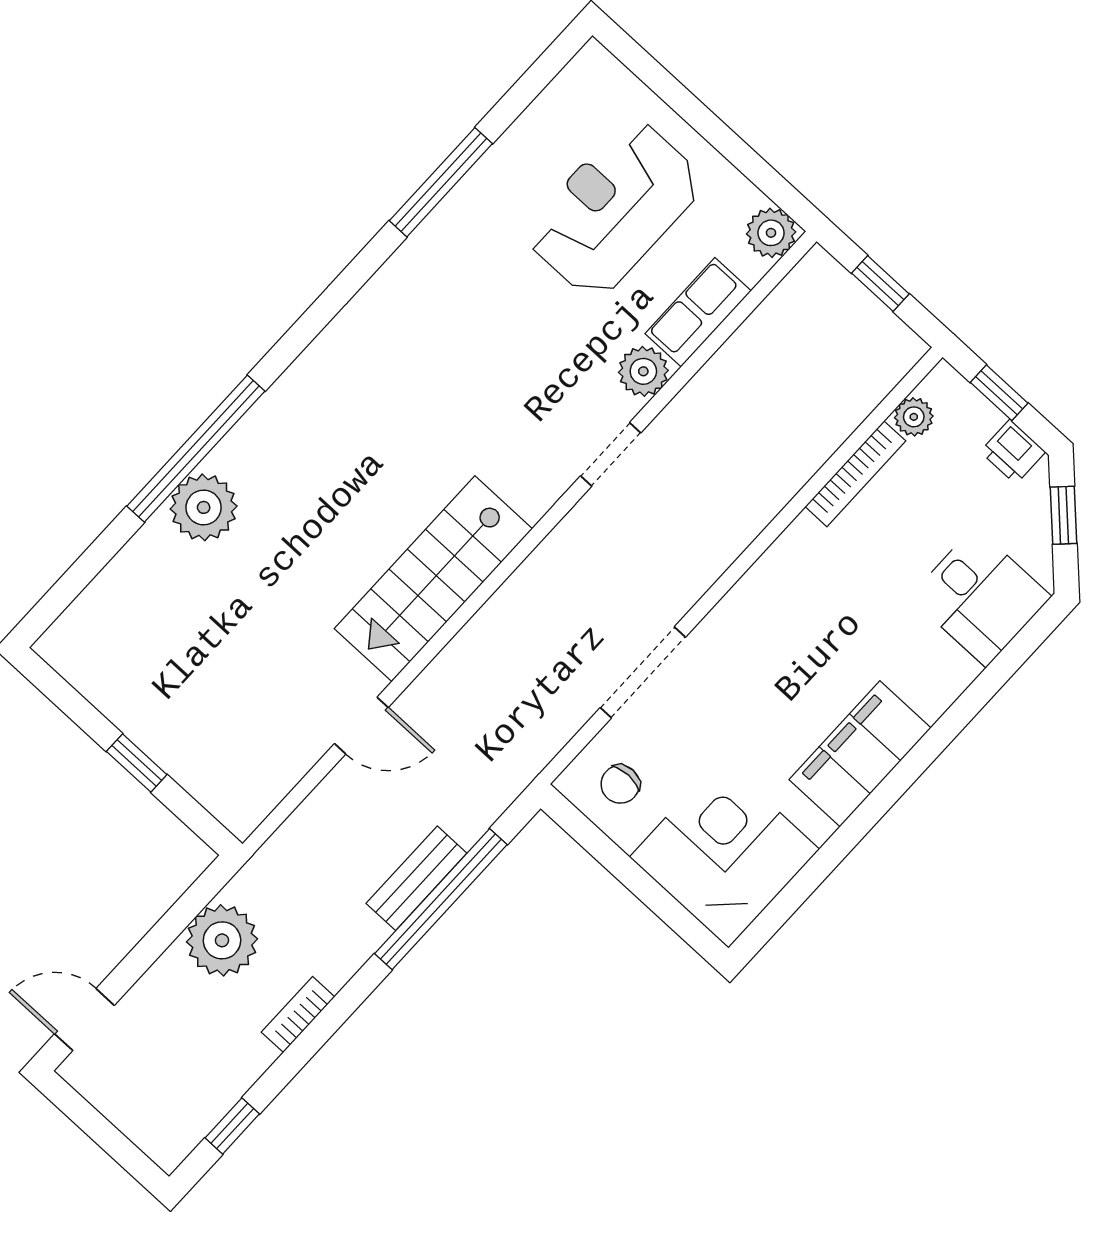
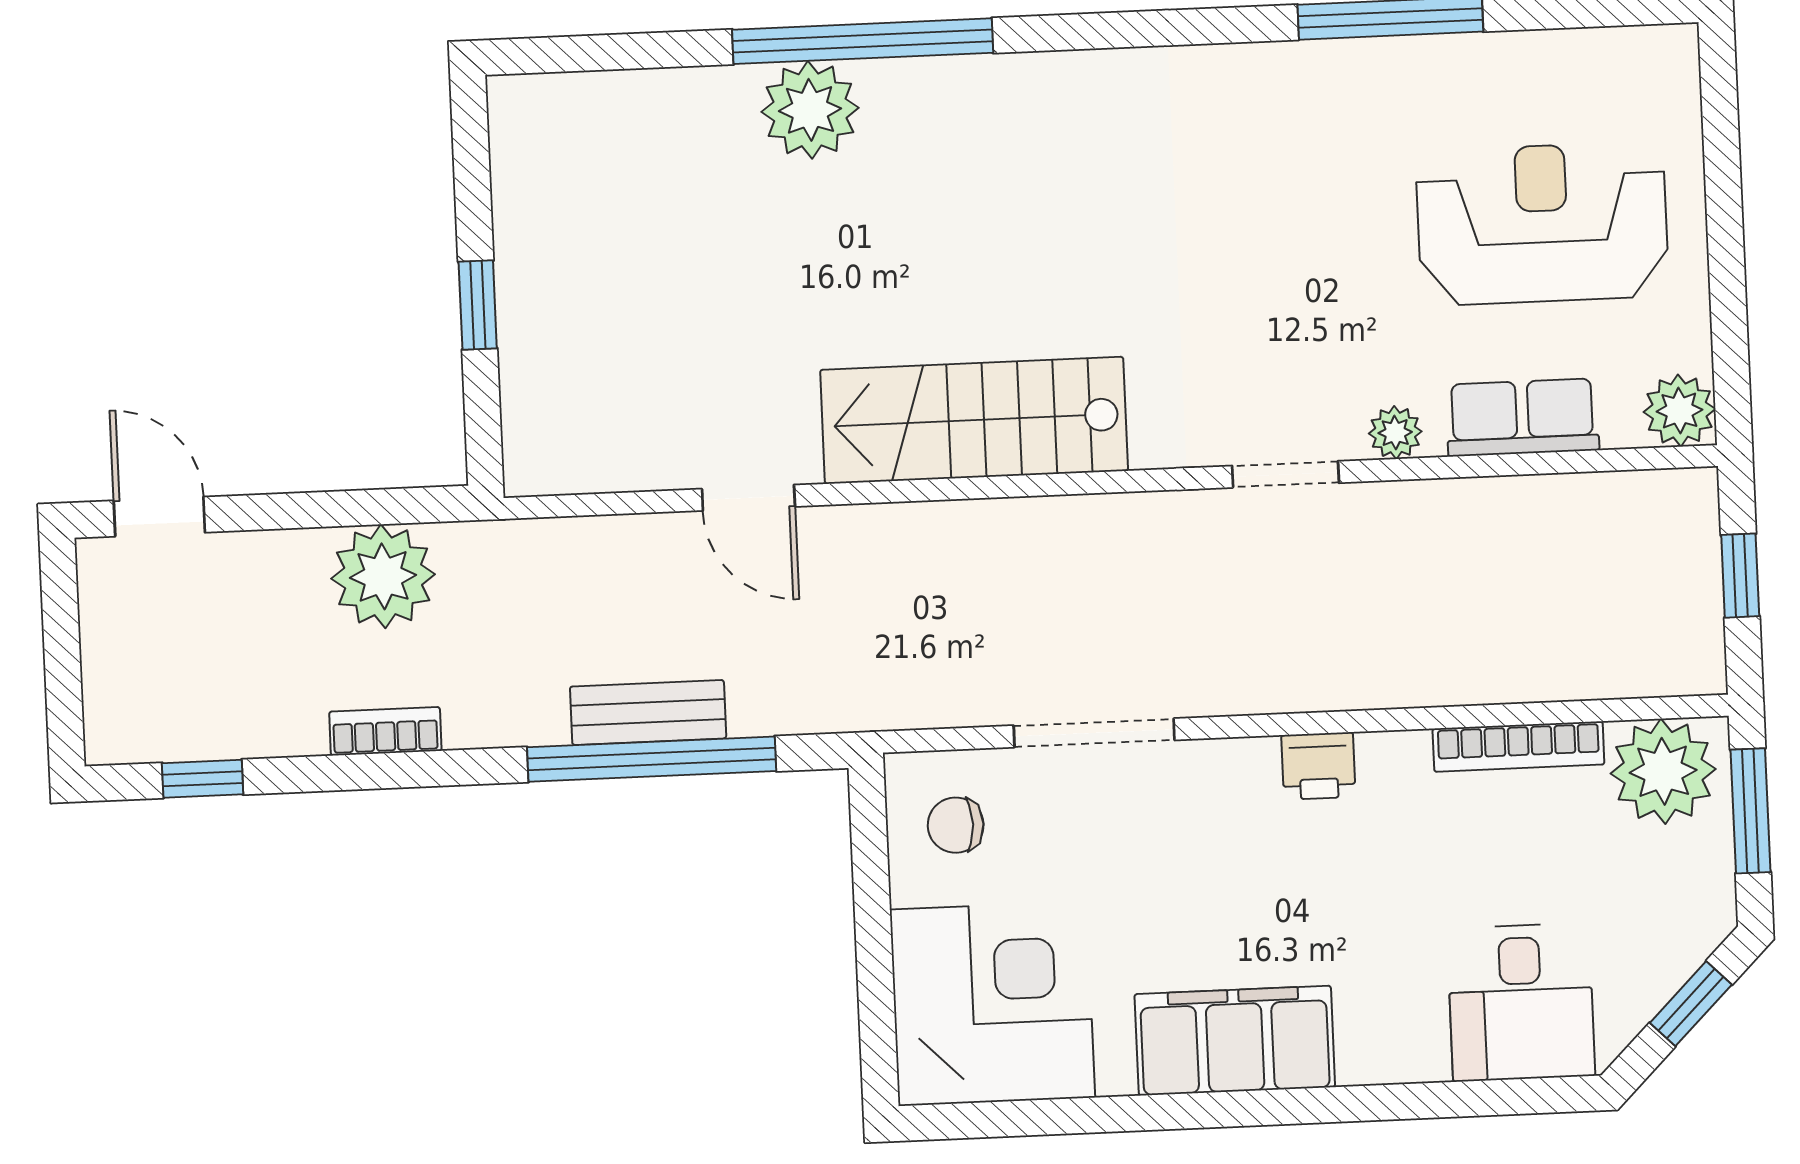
plant: (643, 371) -> (1395, 433), width x0.73, depth x0.73
window: (999, 393) -> (1750, 811), width x1.50
plant: (914, 417) -> (1663, 771), width x1.87, depth x1.87
printer: (1013, 452) -> (1318, 766), moved, turned -90

